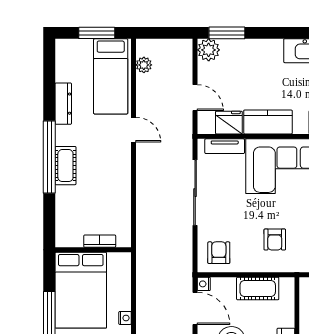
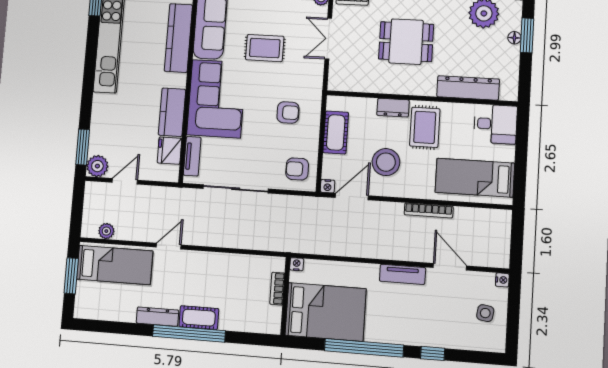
door: (195, 98) -> (125, 181), moved
dresser: (63, 104) -> (157, 317), moved
nightstand: (125, 318) -> (297, 264), moved

